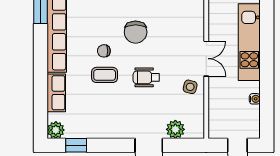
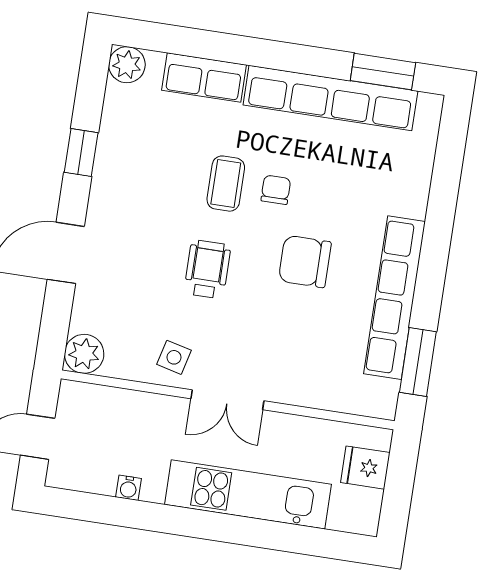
plant: (175, 129) -> (84, 354), moved
window: (76, 145) -> (81, 153), moved

